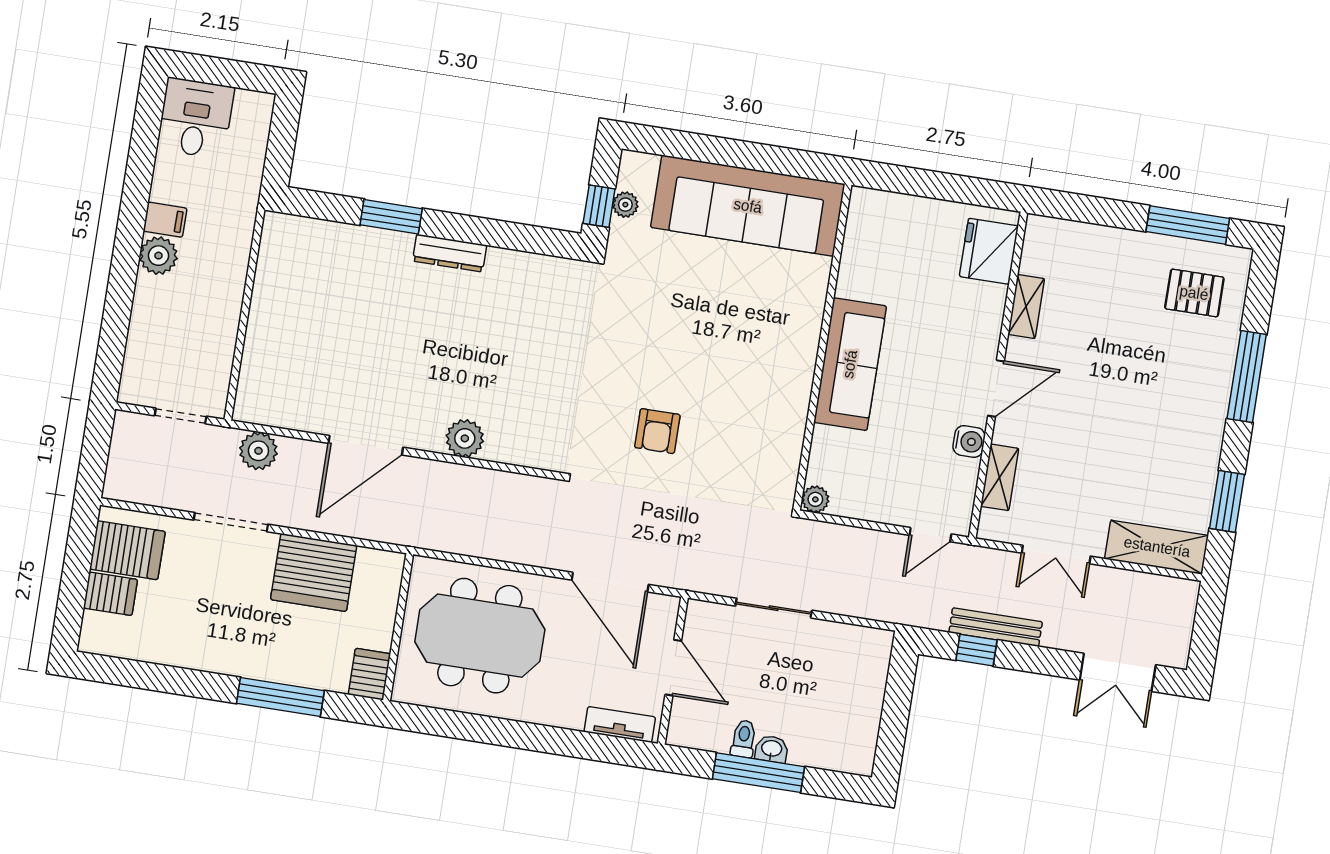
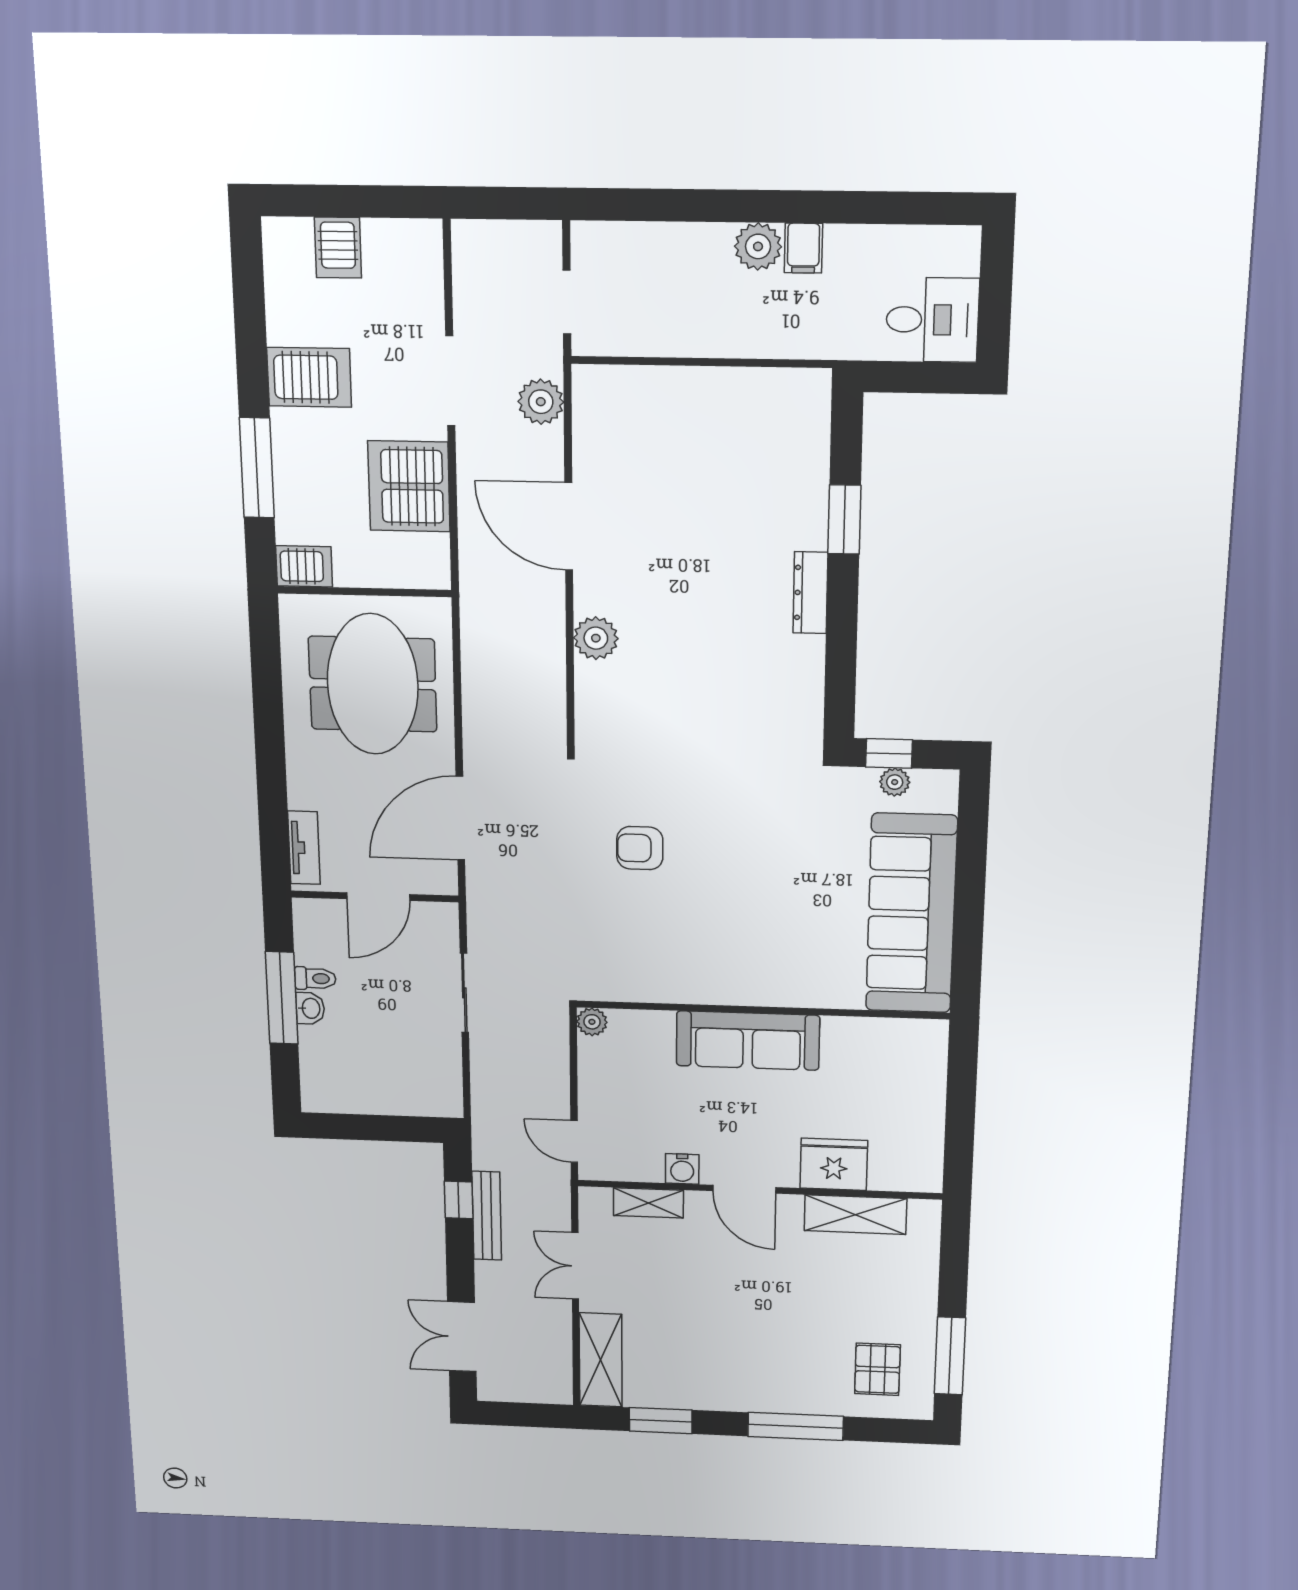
desk: (195, 118) -> (932, 320), moved
fridge: (989, 251) -> (834, 1164), moved
shelving: (1026, 306) -> (855, 1215), width x1.50, depth x1.33
server rack: (127, 550) -> (309, 377), moved, turned -90

